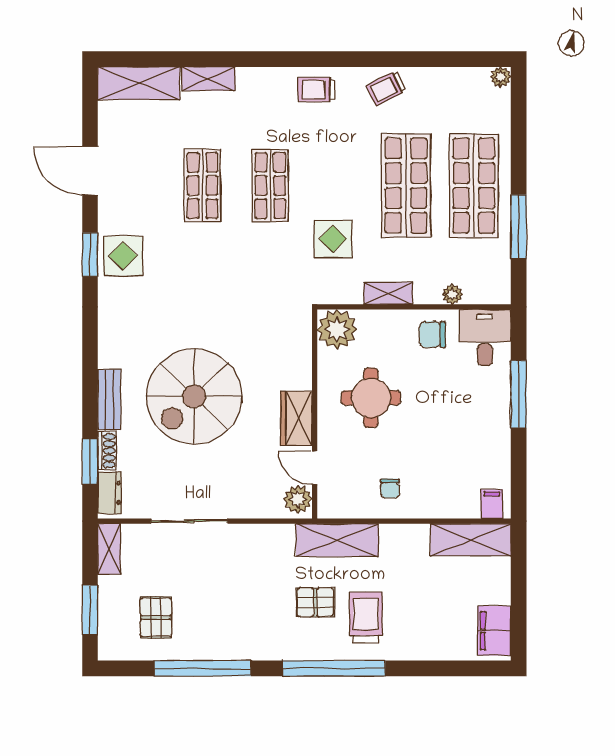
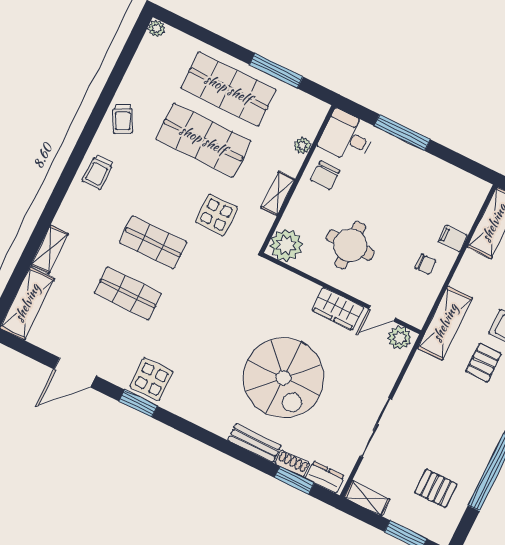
filing cabinet: (492, 504) -> (453, 238), moved

